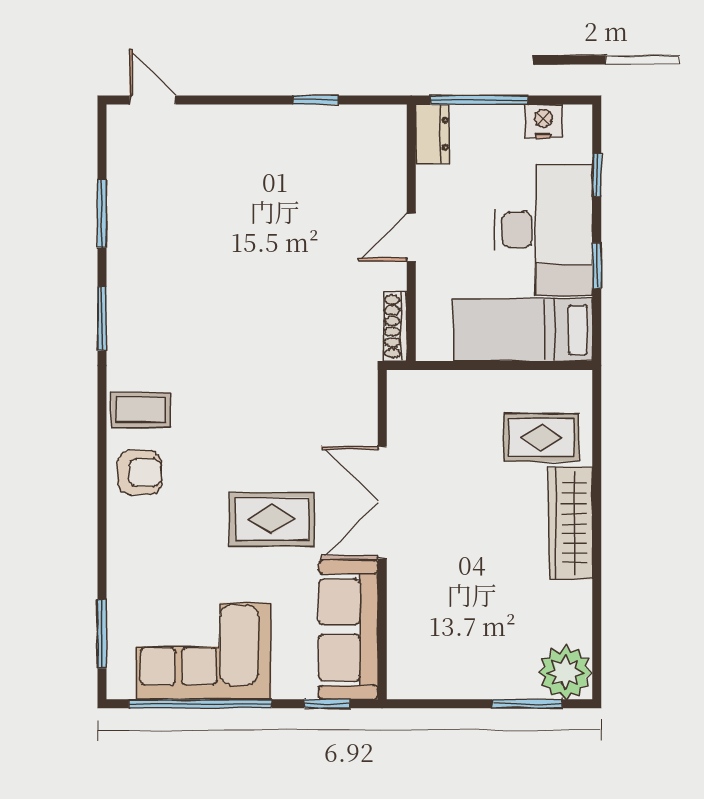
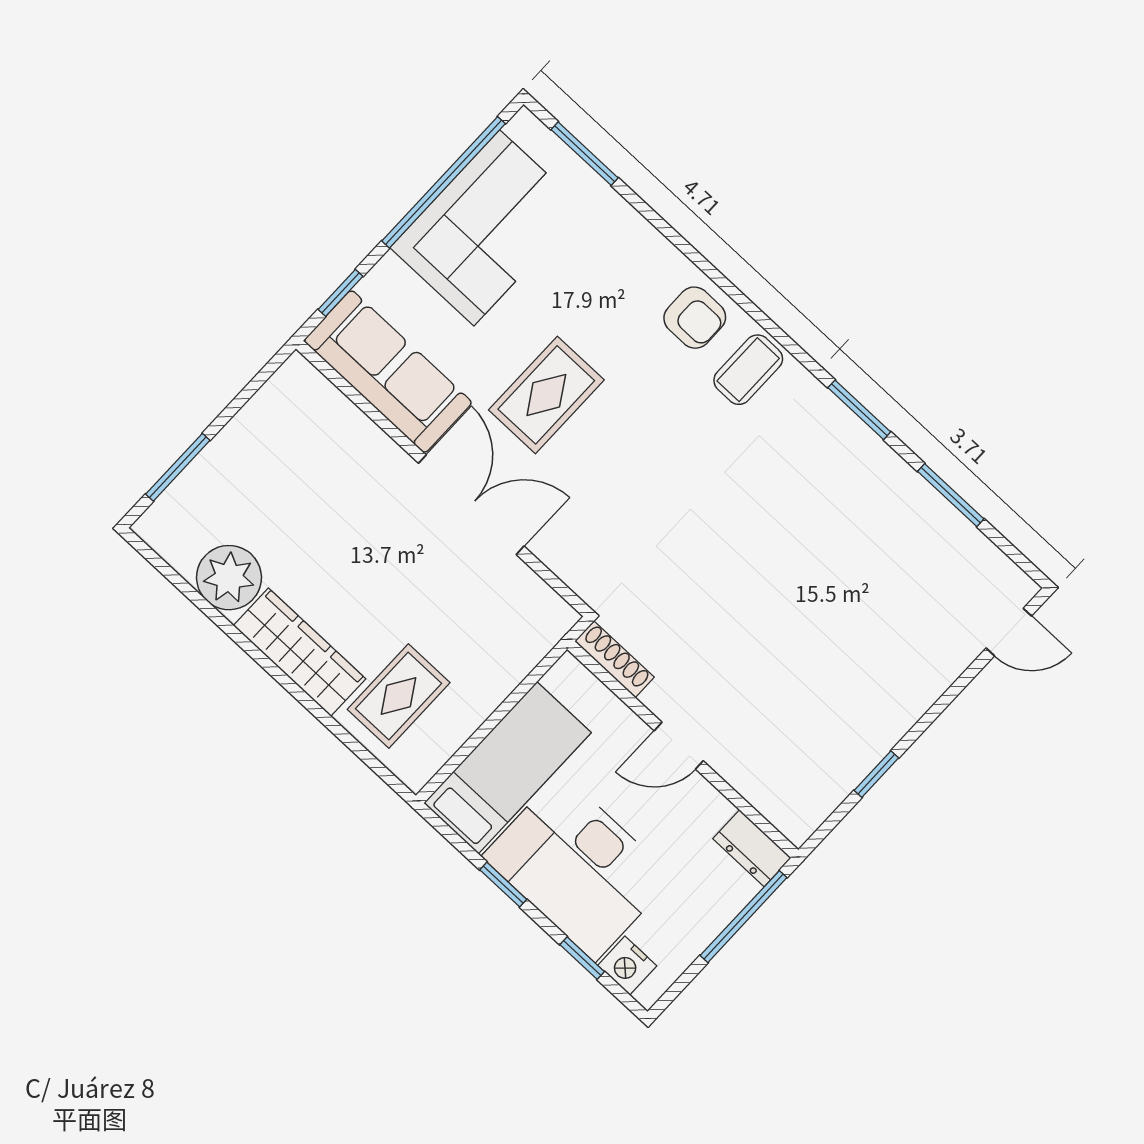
nightstand: (543, 121) -> (627, 966), moved, turned 90
door: (411, 237) -> (679, 746), swing flipped
armchair: (140, 472) -> (695, 318), turned -90
plant: (565, 672) -> (229, 578), moved

